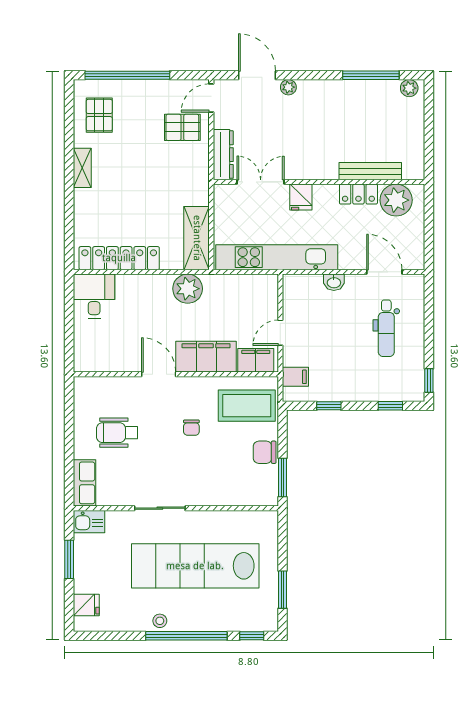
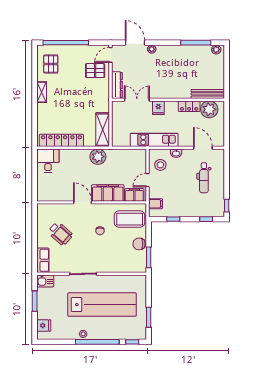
bench: (370, 171) -> (208, 94), moved
kitchen unit: (277, 257) -> (154, 140), width x0.73
stool: (305, 304) -> (160, 165), added
wheelchair: (117, 433) -> (60, 233), turned -138
lab bench: (195, 566) -> (102, 305), turned 180

